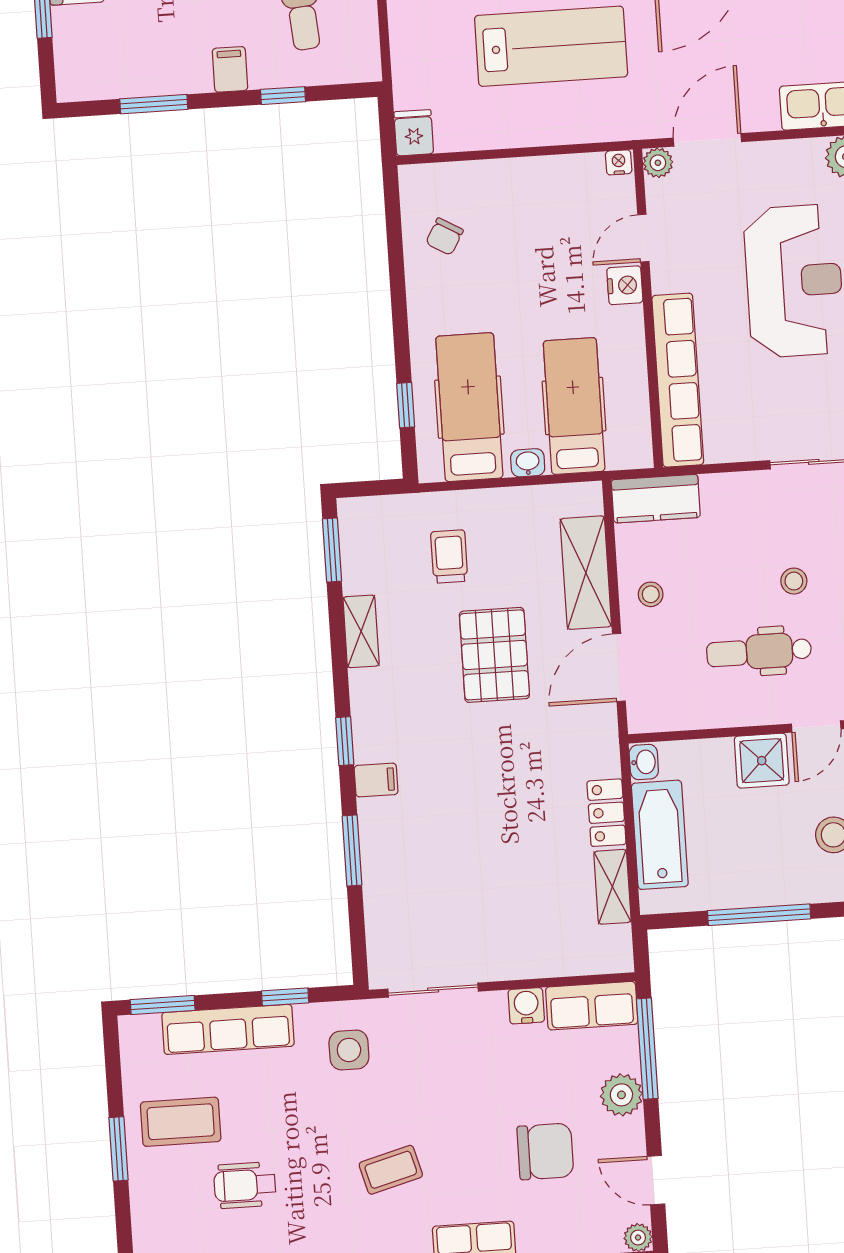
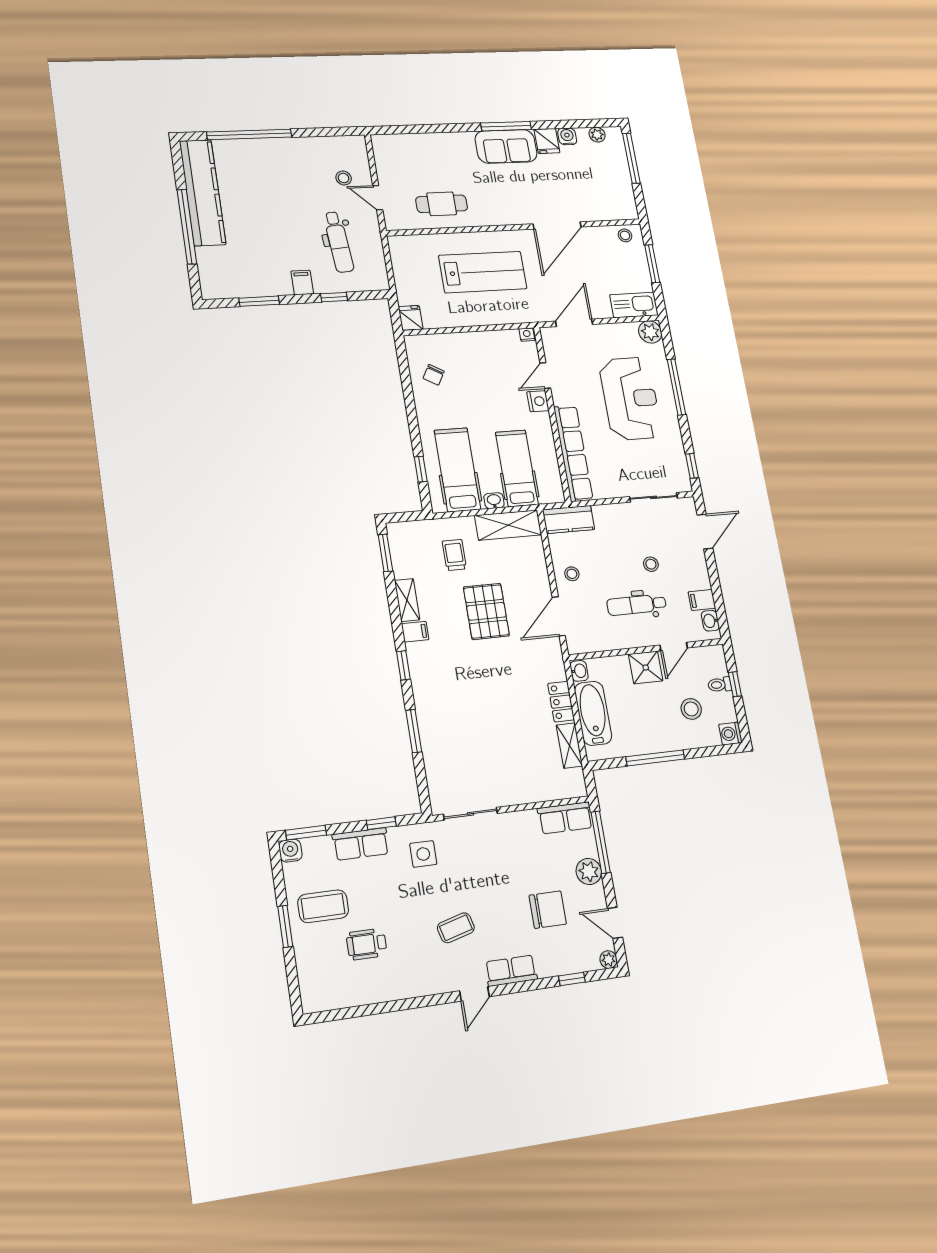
plant: (658, 163) -> (549, 335), removed
shelving: (586, 573) -> (508, 525), moved, turned 90
filing cabinet: (376, 780) -> (415, 632), moved
water cooler: (526, 1006) -> (290, 851), moved
row of seats: (228, 1029) -> (361, 844), width x0.68

